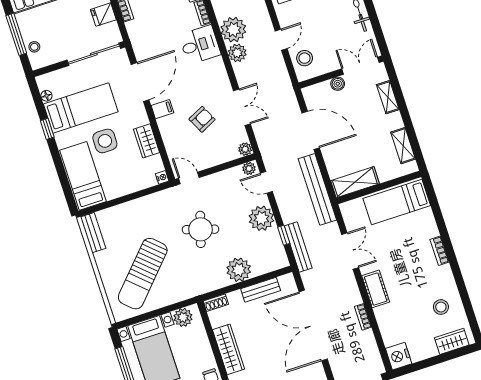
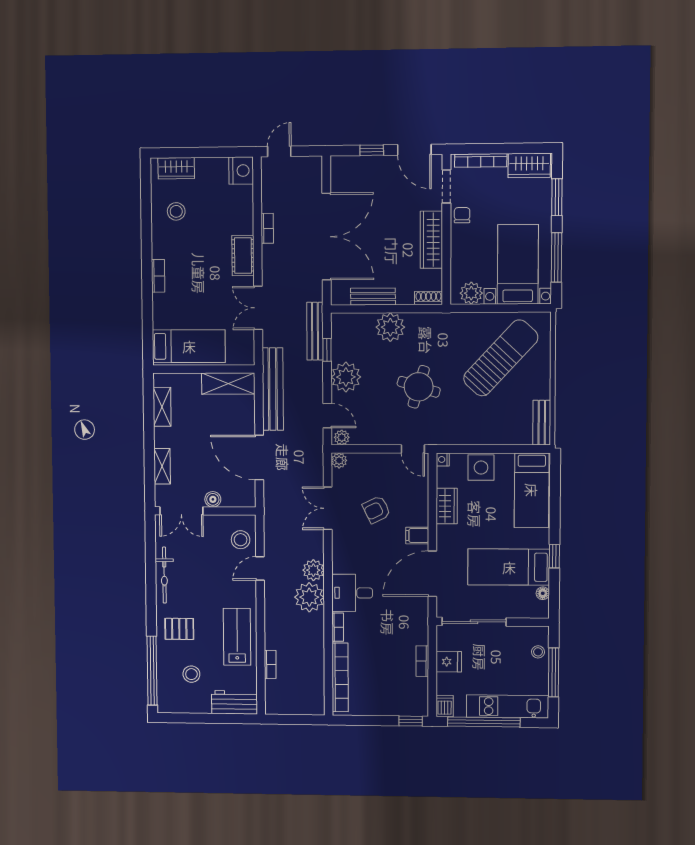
side table: (105, 141) -> (481, 468), moved

